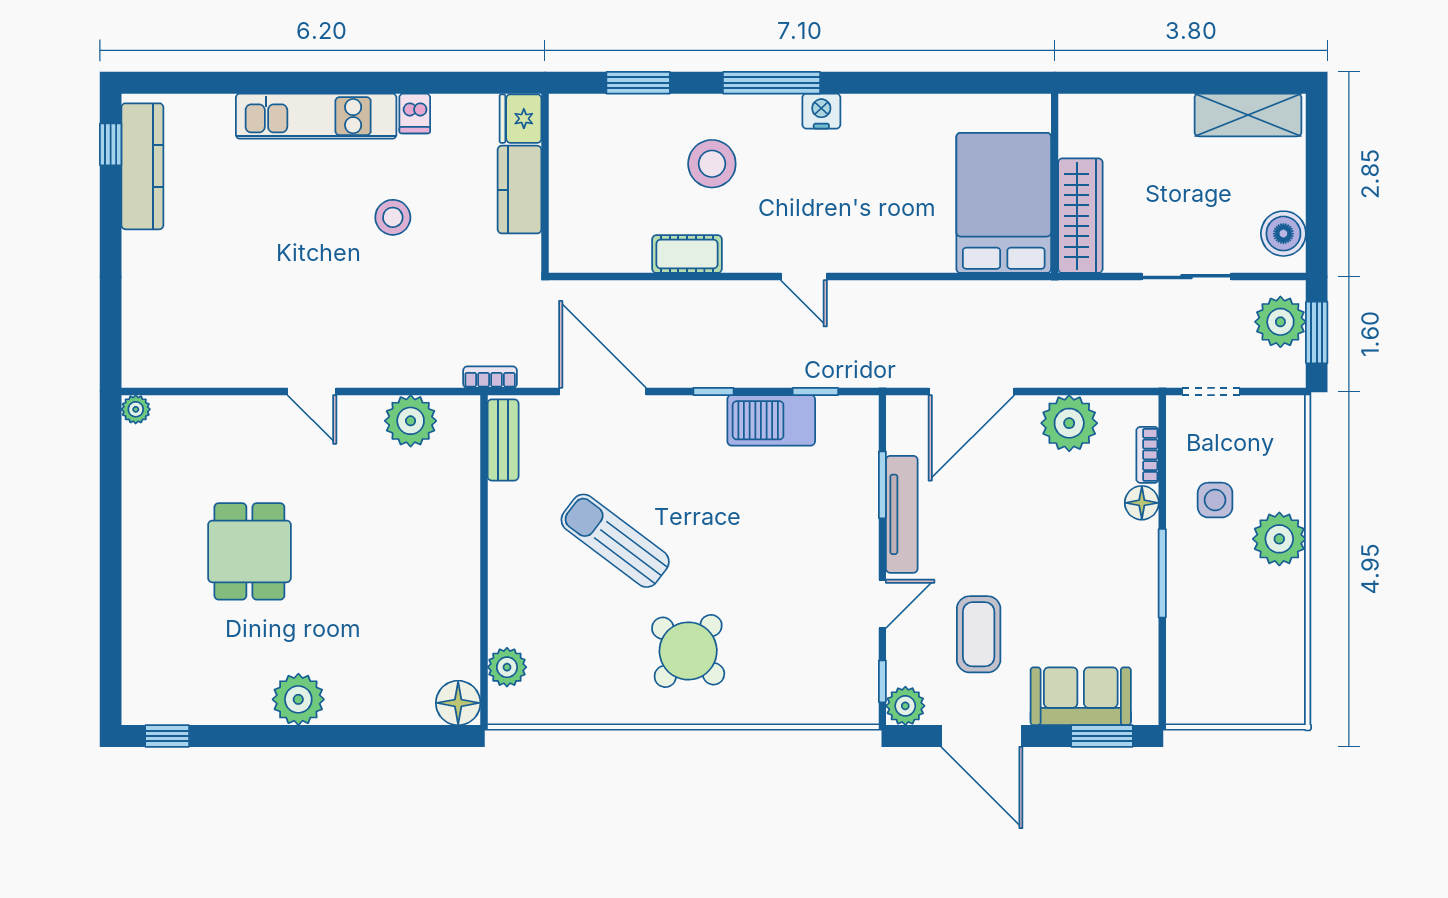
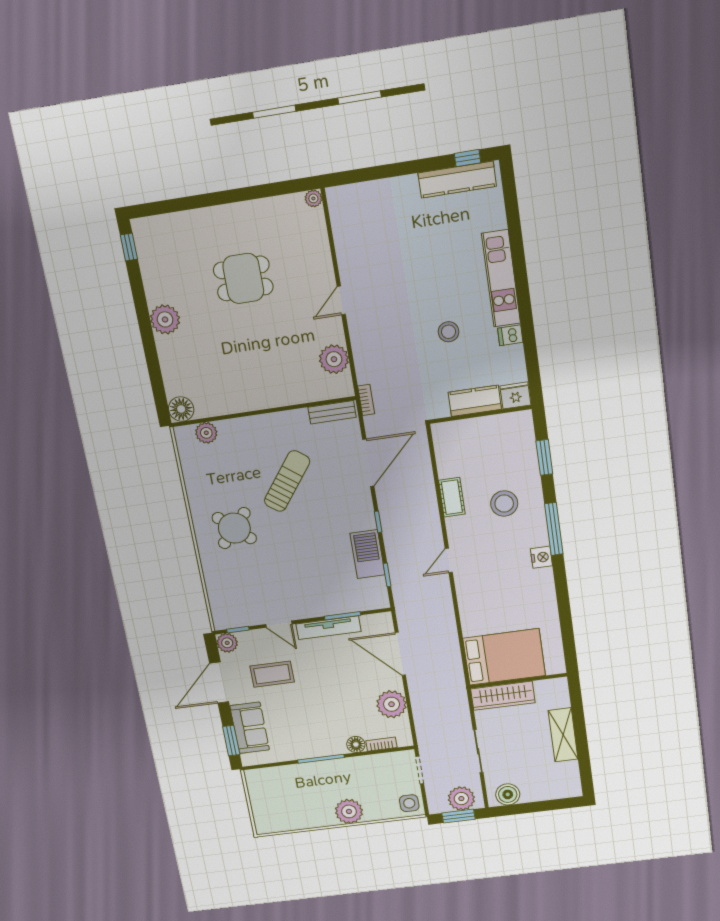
shelving: (1248, 115) -> (563, 735), moved
side table: (1215, 500) -> (409, 803), moved

